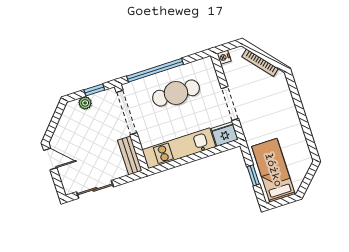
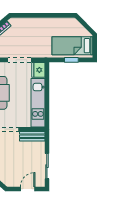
door: (50, 159) -> (28, 189), moved

